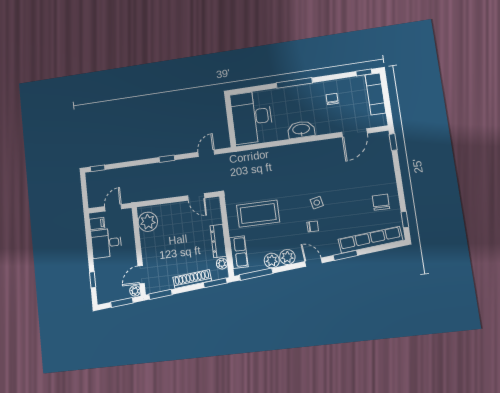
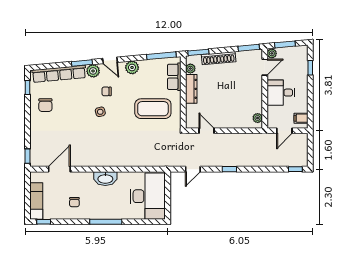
plant: (148, 222) -> (258, 118), width x0.53, depth x0.53
desk: (106, 243) -> (281, 93), moved, turned 180
plant: (272, 260) -> (93, 71), moved

